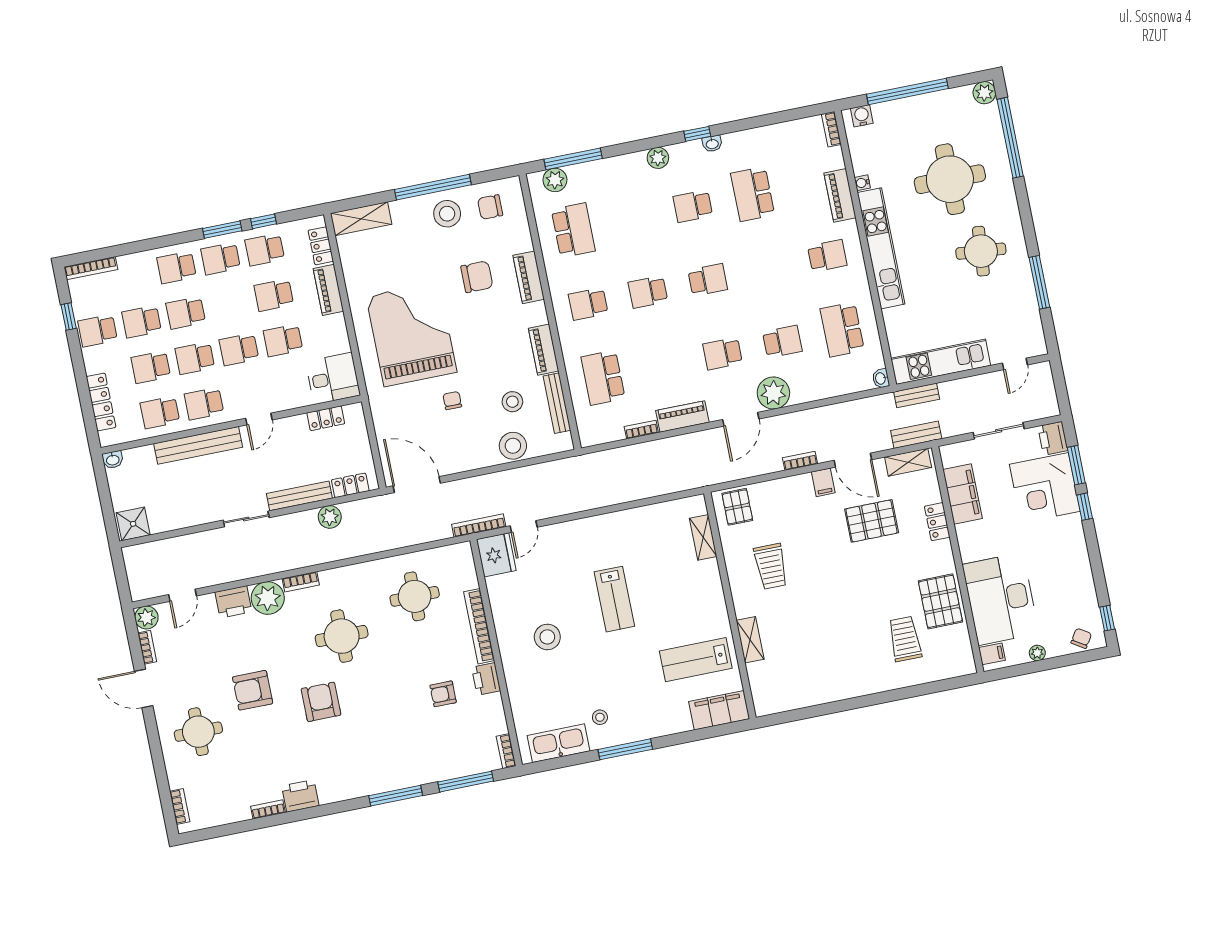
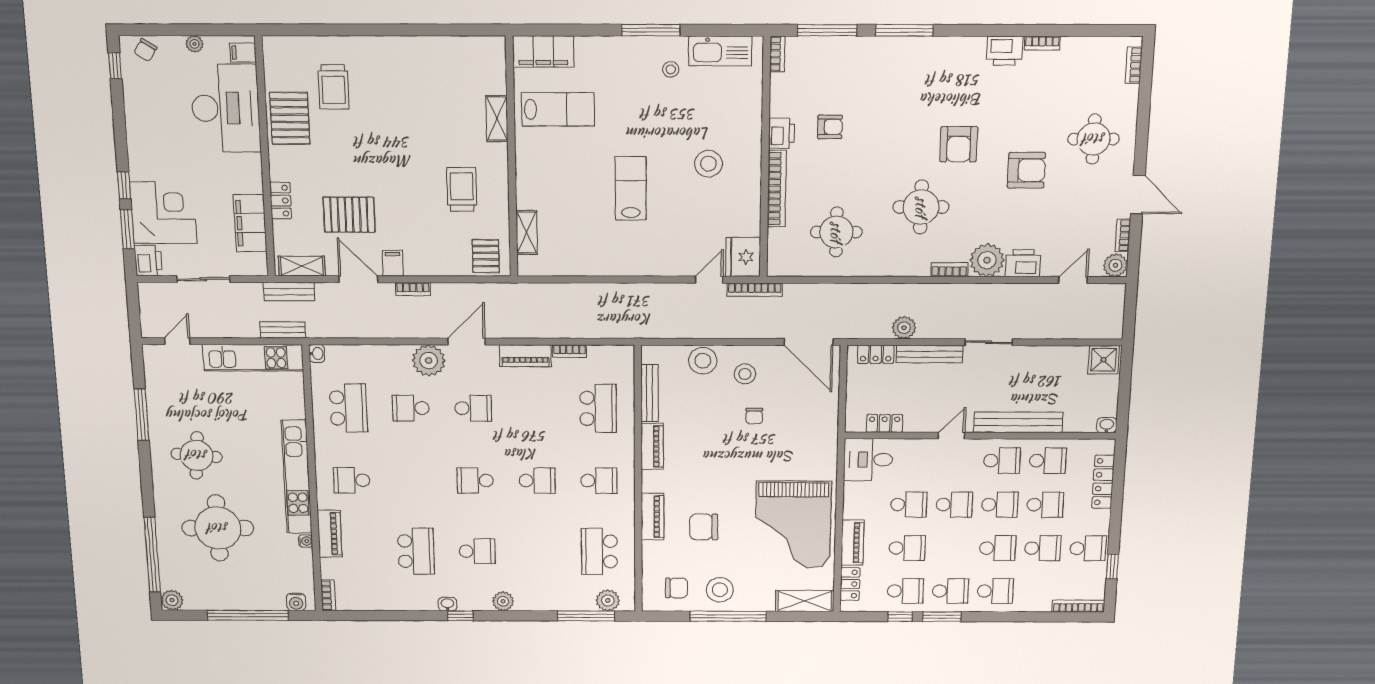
grand piano: (411, 334) -> (793, 525), moved
stool: (512, 402) -> (745, 374), moved

